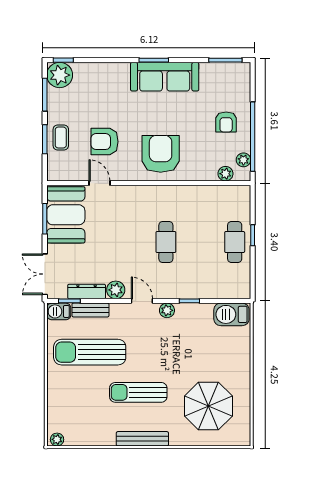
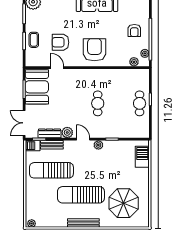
barbecue: (231, 314) -> (142, 157), moved, turned 90
sun lounger: (138, 392) -> (81, 195), width x1.36, depth x1.34

